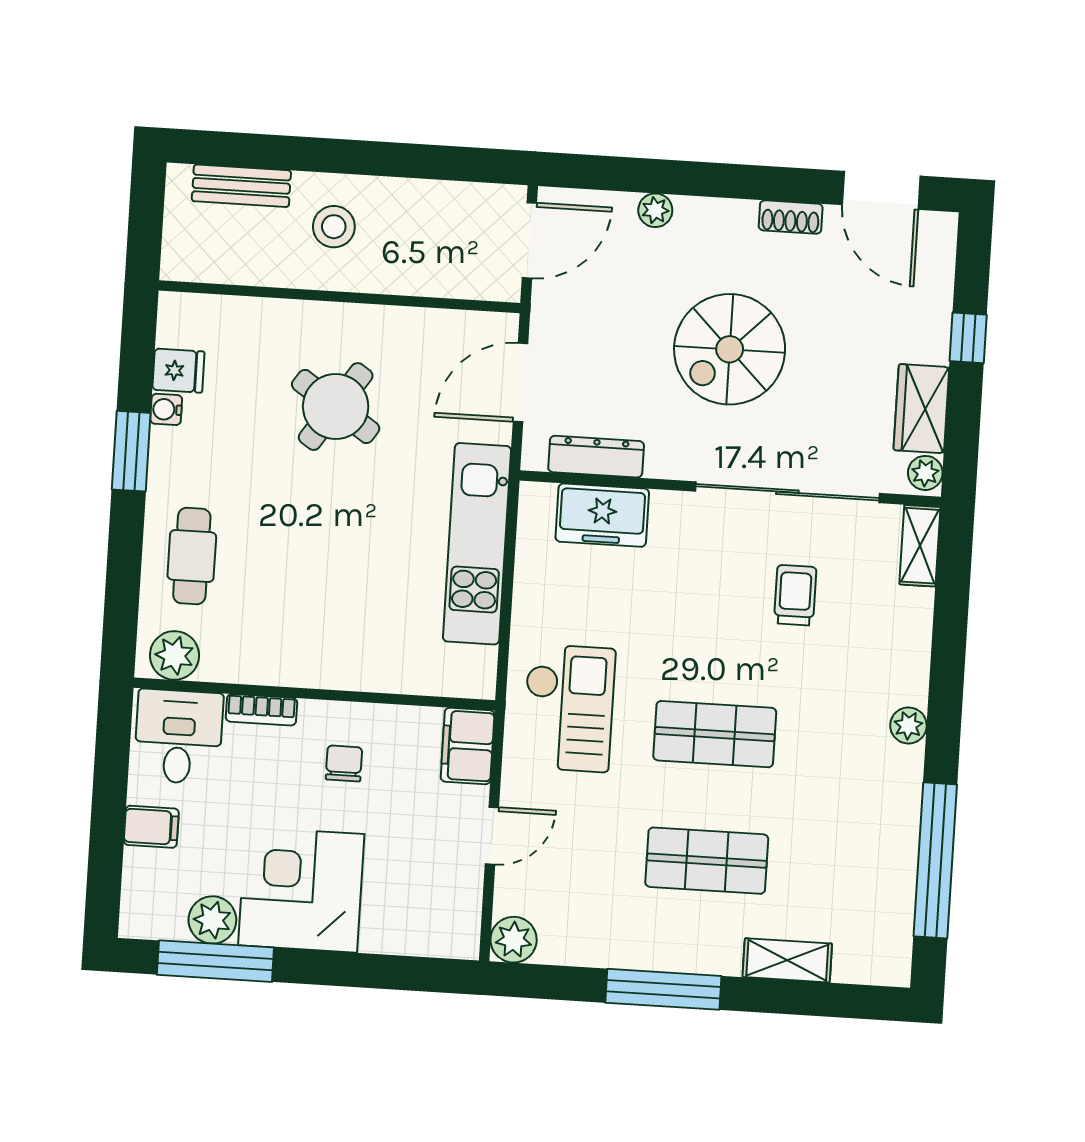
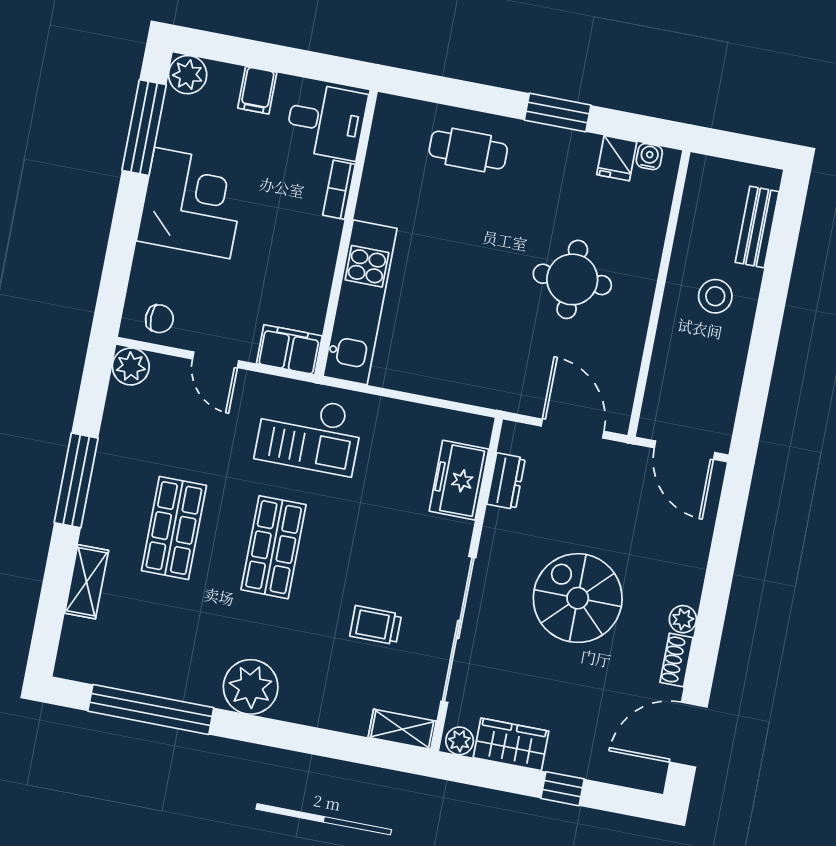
plant: (655, 210) -> (683, 619), moved
round table: (336, 407) -> (572, 279), turned -34
water cooler: (166, 409) -> (649, 157), moved
dresser: (596, 457) -> (506, 481), width x0.70
kitchen unit: (477, 544) -> (360, 302), moved, turned 90
trolley: (795, 595) -> (376, 625), turned 180
plant: (174, 655) -> (391, 126), removed
plant: (908, 725) -> (251, 687), width x1.87, depth x1.87
chair: (344, 763) -> (159, 319), moved
plant: (212, 920) -> (188, 75), moved

